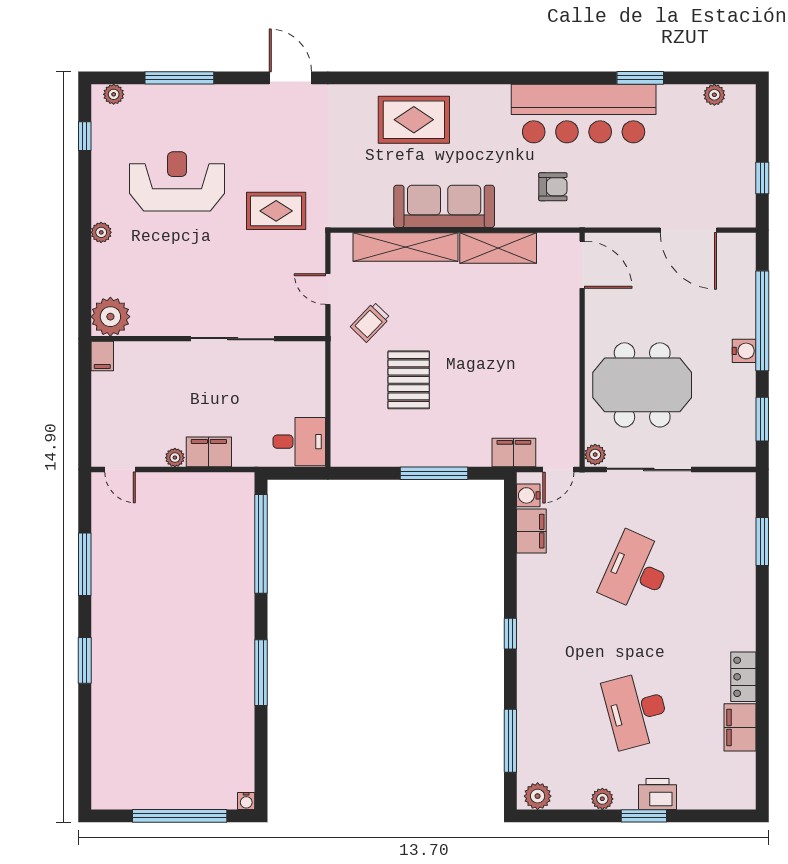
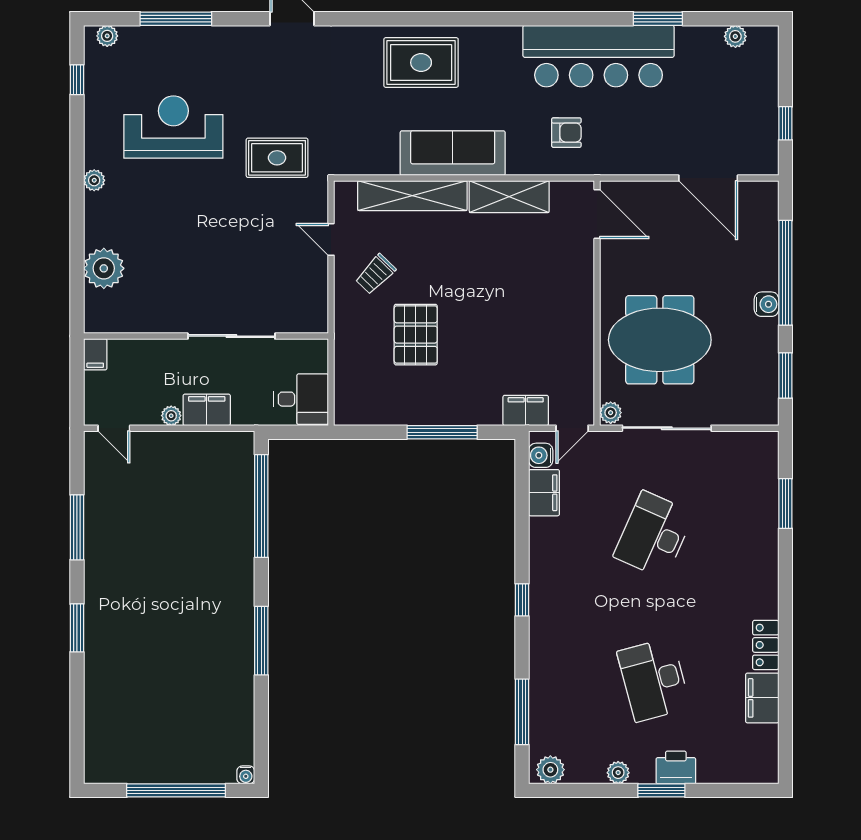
wall: (208, 339) -> (206, 336), moved
sliding door: (233, 339) -> (231, 336), moved
filing cabinet: (102, 356) -> (95, 354), moved

